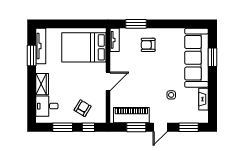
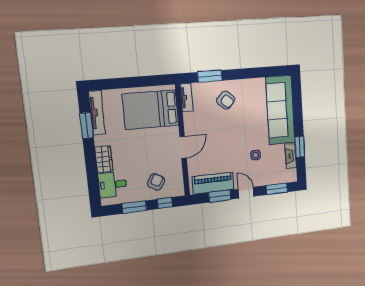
armchair: (148, 45) -> (226, 100), turned -138
window: (213, 57) -> (300, 147), moved
door: (160, 127) -> (246, 193), swing flipped

